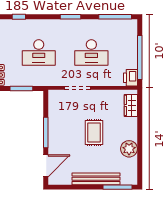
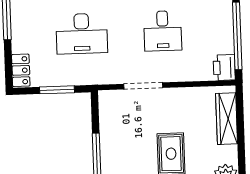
desk: (91, 53) -> (163, 31), width x0.73
wardrobe: (131, 105) -> (227, 119), width x1.50

